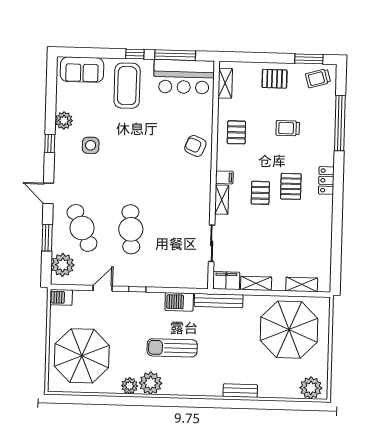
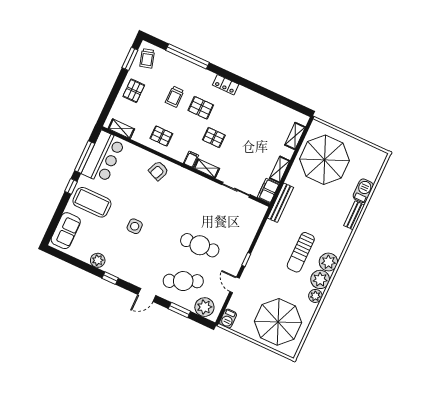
side table: (91, 145) -> (135, 226), moved
pallet: (291, 186) -> (201, 108), moved
barbecue: (179, 302) -> (363, 191), moved, turned 180
plant: (311, 388) -> (328, 262), moved

